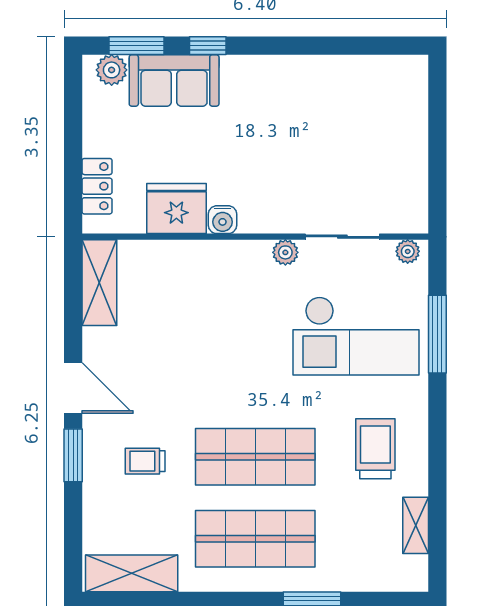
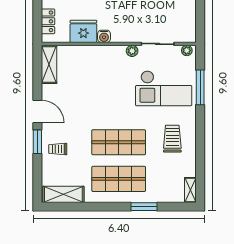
trolley: (145, 461) -> (58, 149), moved
shelving: (416, 525) -> (190, 190), moved

